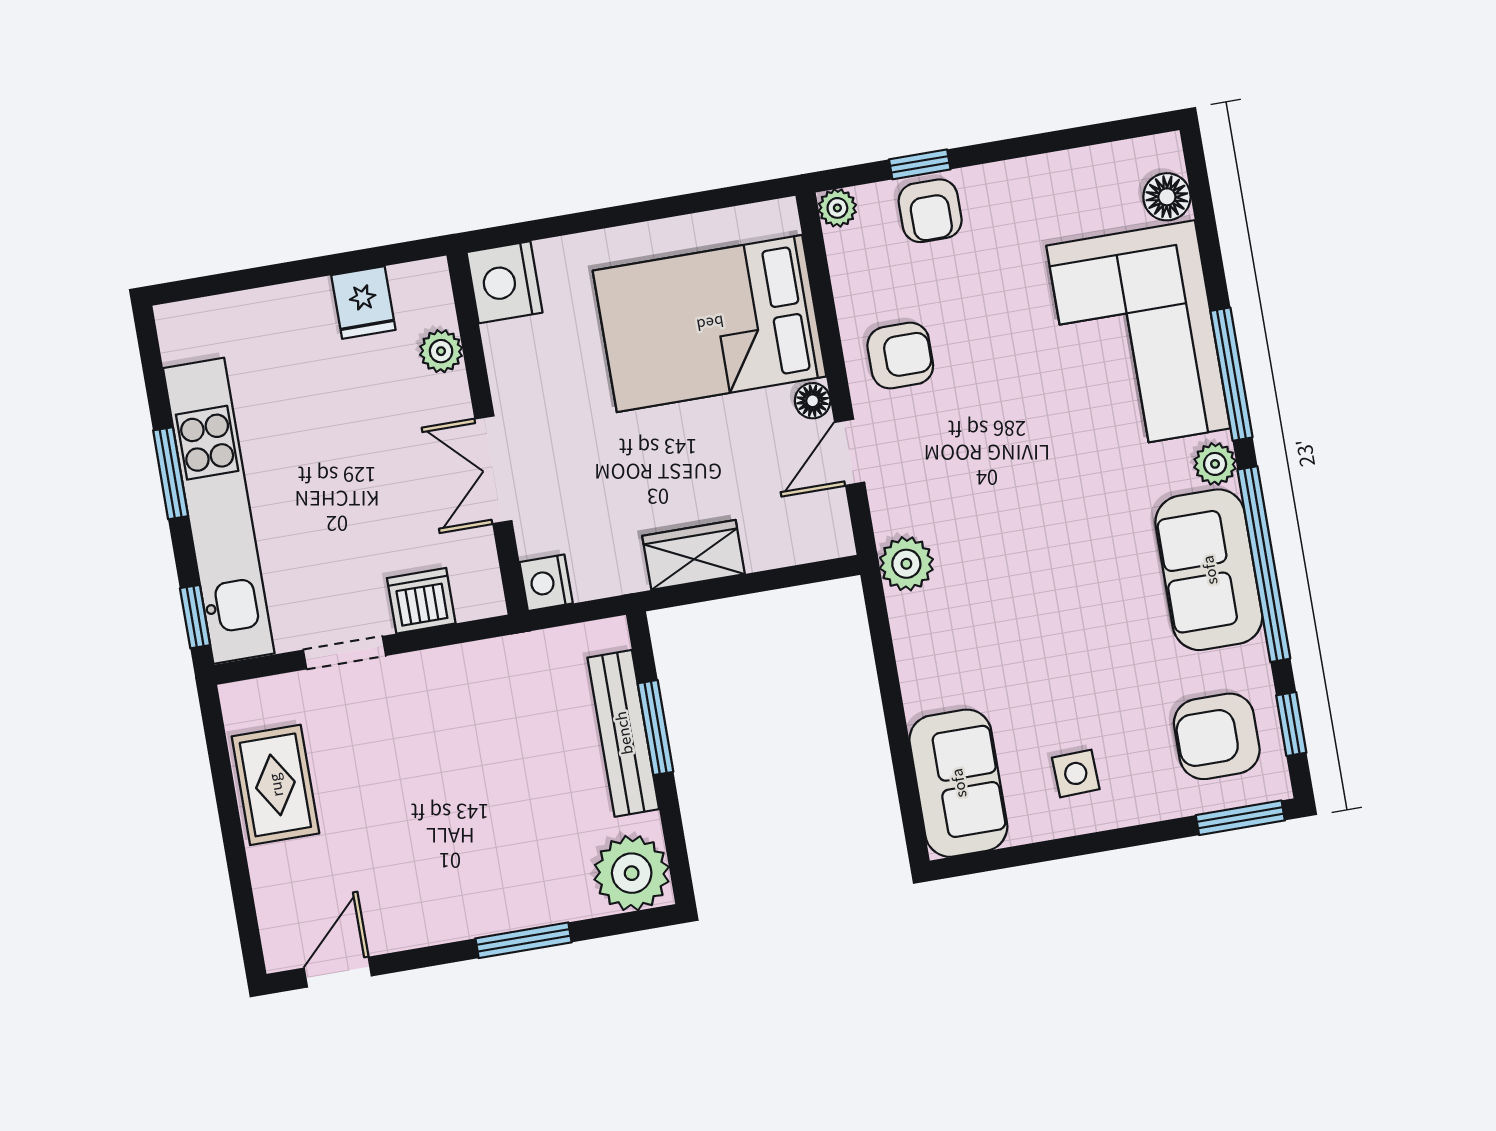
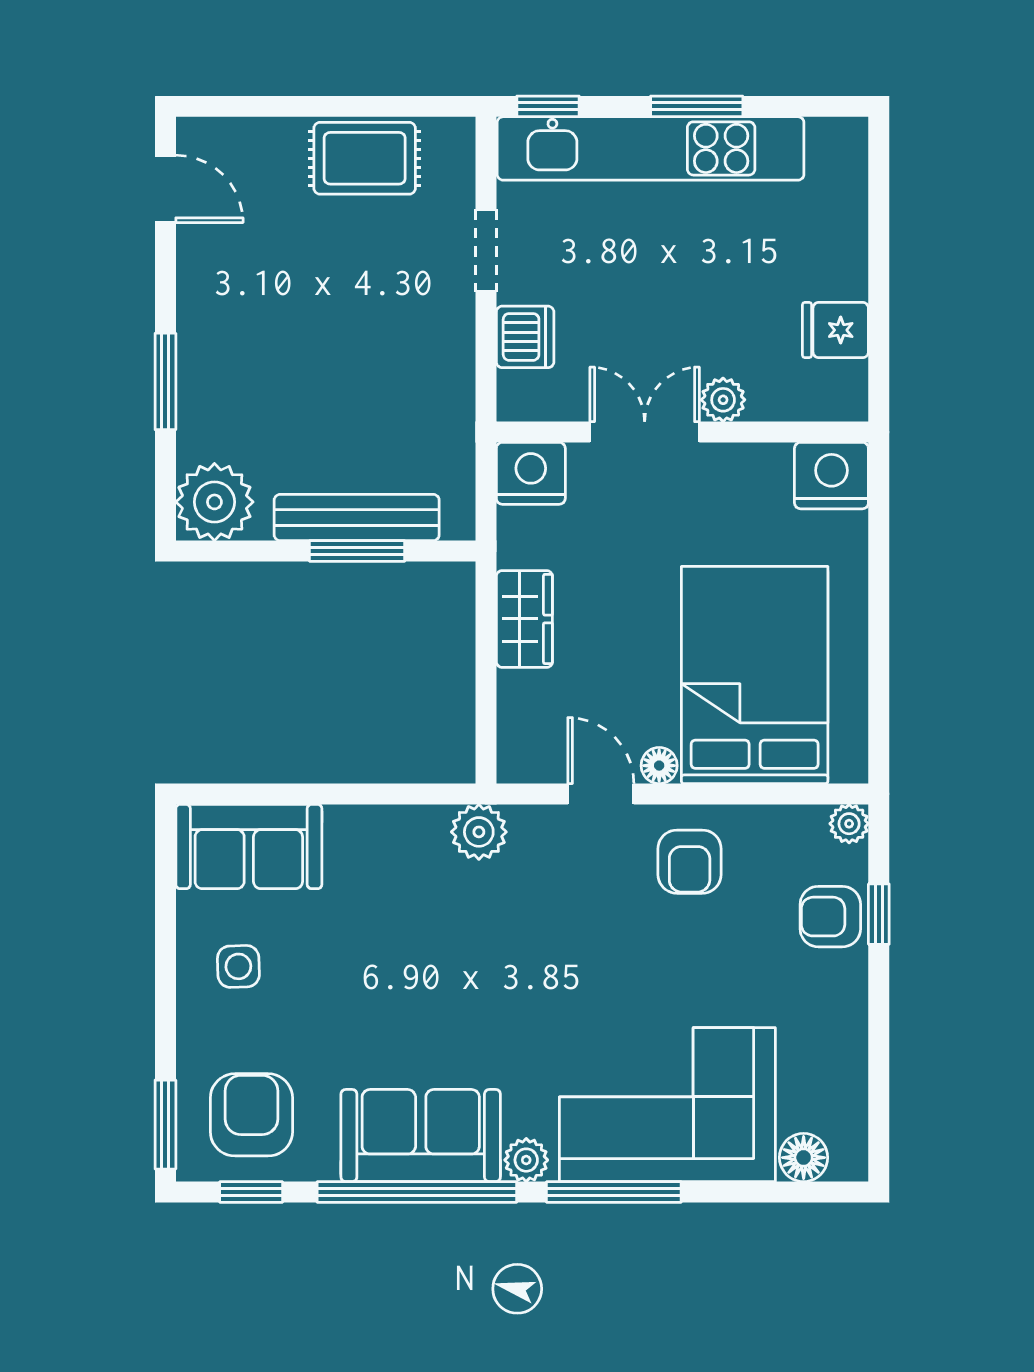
plant: (441, 351) -> (723, 400), moved
nightstand: (546, 583) -> (531, 473), width x1.36, depth x1.33

